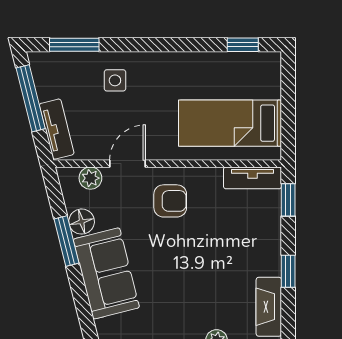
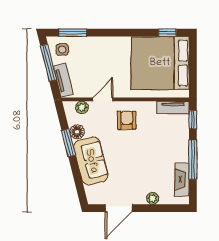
side table: (115, 80) -> (62, 49), moved
bed: (230, 123) -> (160, 63), width x2.04
armchair: (170, 201) -> (127, 120), turned -90
window: (288, 271) -> (193, 160), width x2.17

